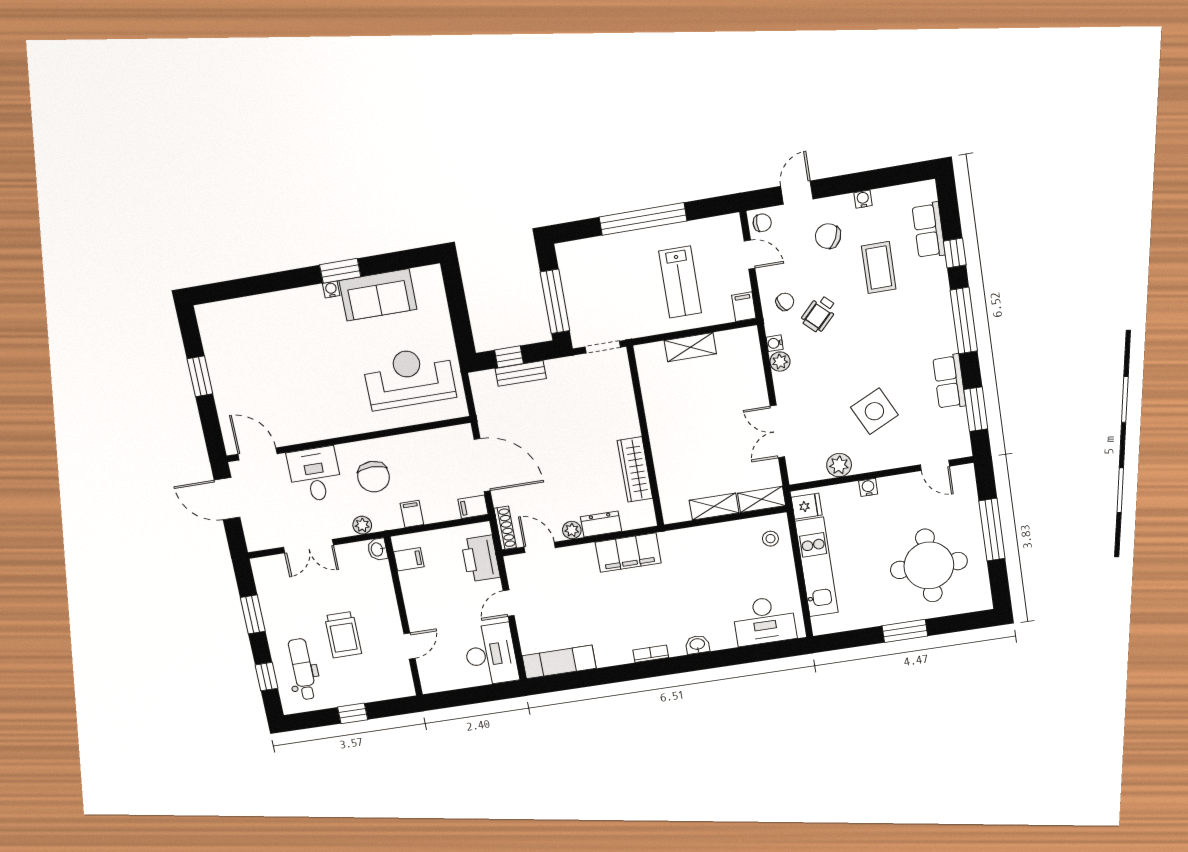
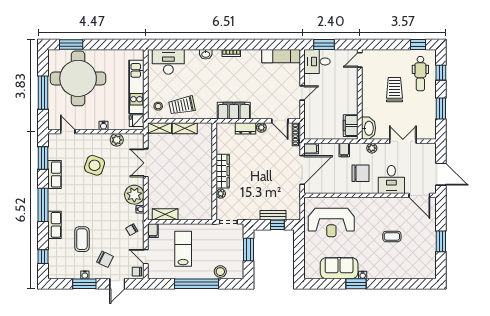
window: (861, 182) -> (84, 284), added
row of seats: (929, 230) -> (54, 225), moved
stool: (601, 250) -> (220, 272), added
window: (955, 253) -> (43, 257), moved
window: (555, 301) -> (249, 250), width x0.69
wheelchair: (819, 314) -> (115, 221), removed
shelving: (690, 347) -> (165, 214), moved
plant: (780, 362) -> (134, 195), width x1.87, depth x1.87
coffee table: (292, 371) -> (392, 236), added
plant: (626, 397) -> (221, 194), added
side table: (874, 411) -> (95, 165), turned 45
double door: (777, 431) -> (146, 163), swing flipped
door: (482, 465) -> (302, 170), swing flipped
wardrobe: (635, 469) -> (223, 171), moved
chair: (374, 477) -> (361, 173), turned 90
trolley: (726, 547) -> (182, 105), added
washbasin: (377, 549) -> (368, 128), width x1.91, depth x1.45
filing cabinet: (409, 559) -> (351, 126), width x2.00
printer: (481, 559) -> (312, 120), removed
round table: (929, 565) -> (78, 78), width x1.36, depth x1.36
window: (905, 631) -> (71, 45), moved
door: (410, 646) -> (360, 60), moved
desk: (491, 654) -> (317, 61), width x0.73
window: (485, 694) -> (324, 45), added
window: (353, 713) -> (418, 45), moved

